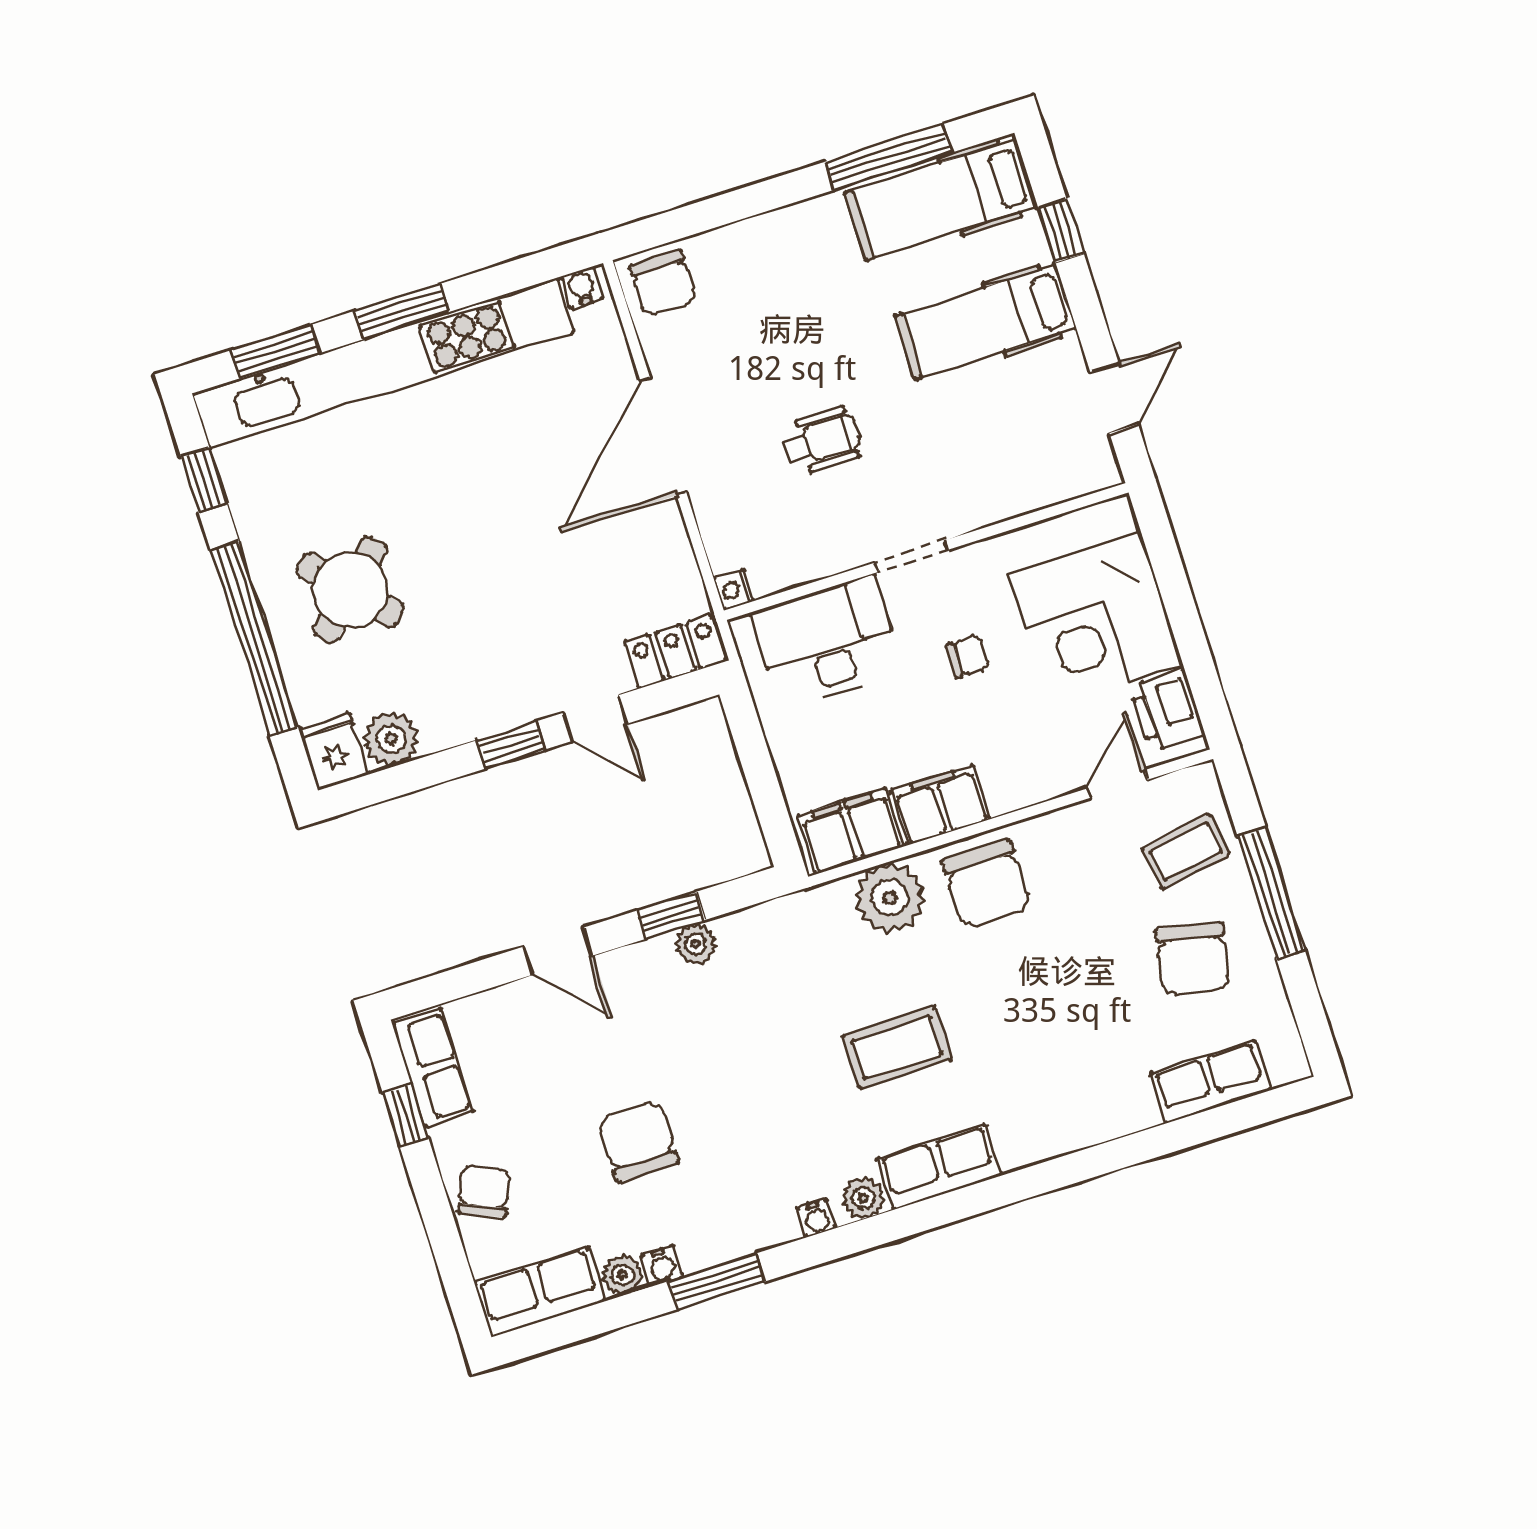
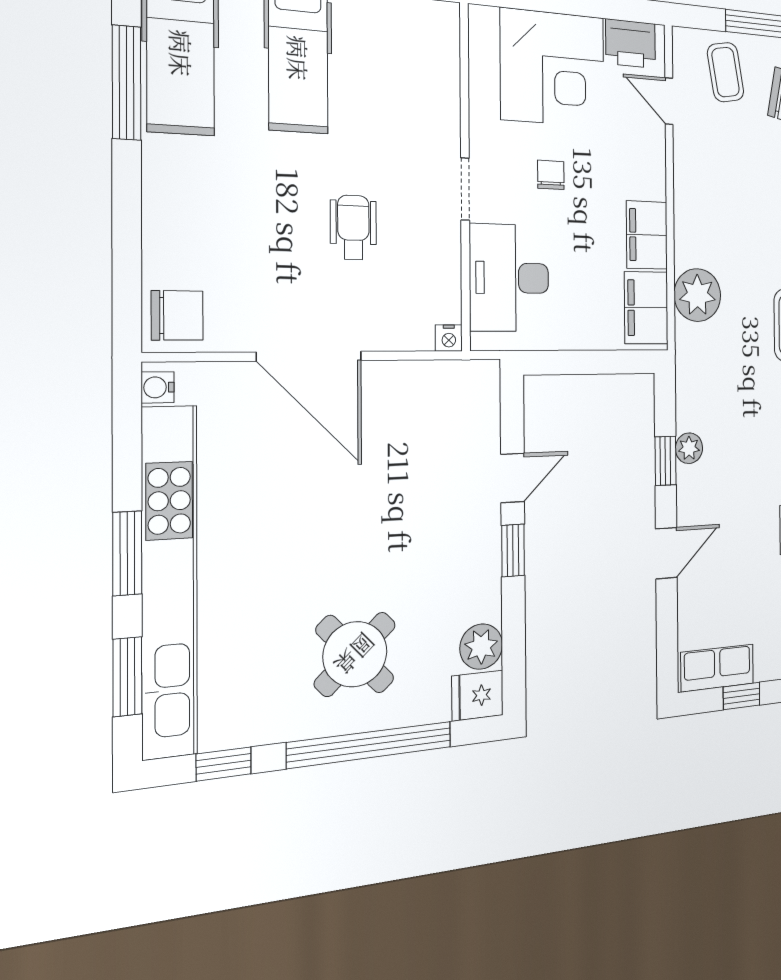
locker: (675, 651) -> (482, 400), removed
chair: (987, 884) -> (708, 222), removed

